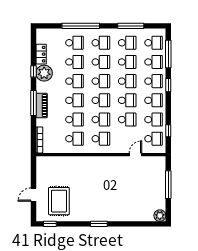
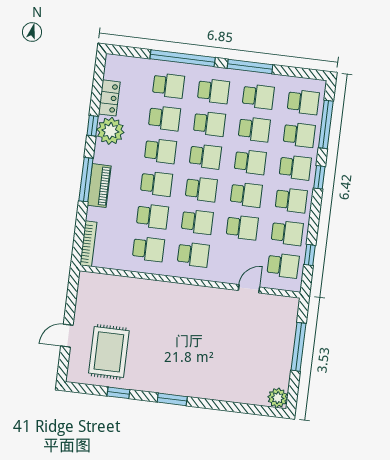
window: (131, 26) -> (250, 66), moved
window: (50, 224) -> (118, 393), moved

